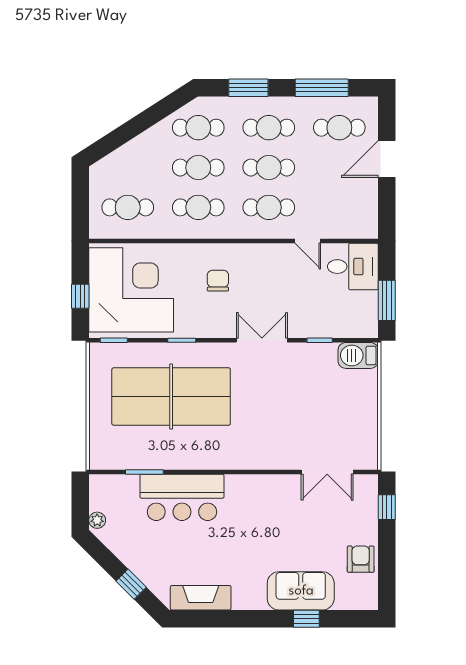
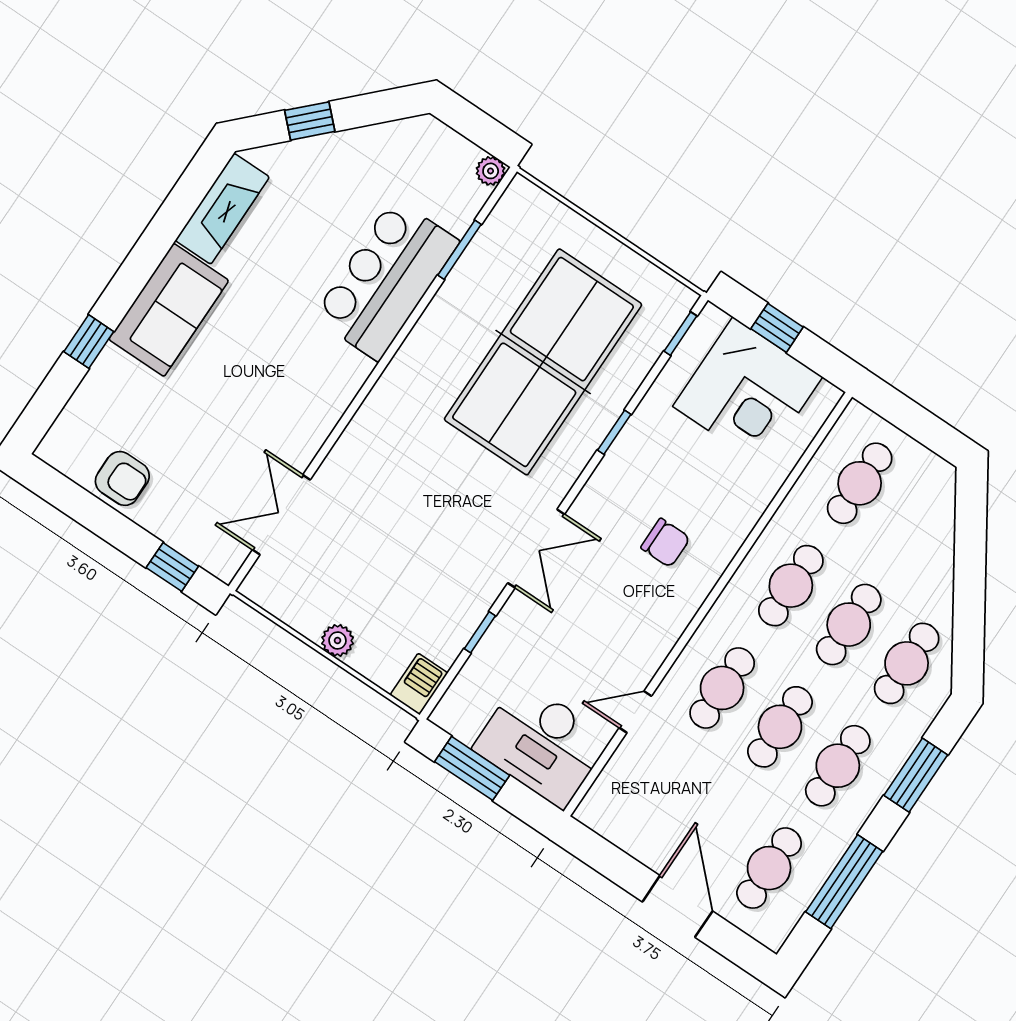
desk: (353, 267) -> (542, 744), width x1.37
corner desk: (131, 290) -> (748, 392), width x0.74, depth x0.74
barbecue: (358, 355) -> (419, 684), width x0.73, depth x0.79
plant: (369, 405) -> (338, 640), added
plant: (97, 520) -> (491, 171), moved
sofa: (301, 591) -> (169, 310), moved

